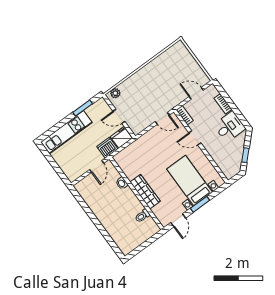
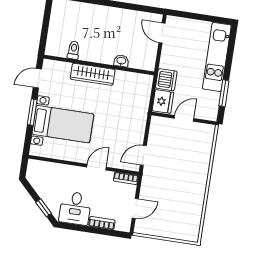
plant: (115, 93) -> (208, 136), removed
window: (245, 155) -> (44, 208), moved
door: (97, 166) -> (162, 33), moved
door: (178, 220) -> (37, 78), hinge flipped

